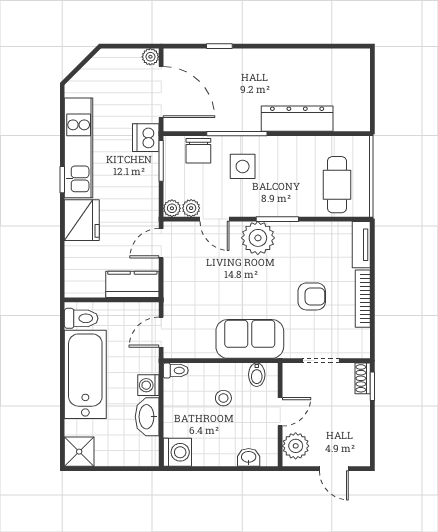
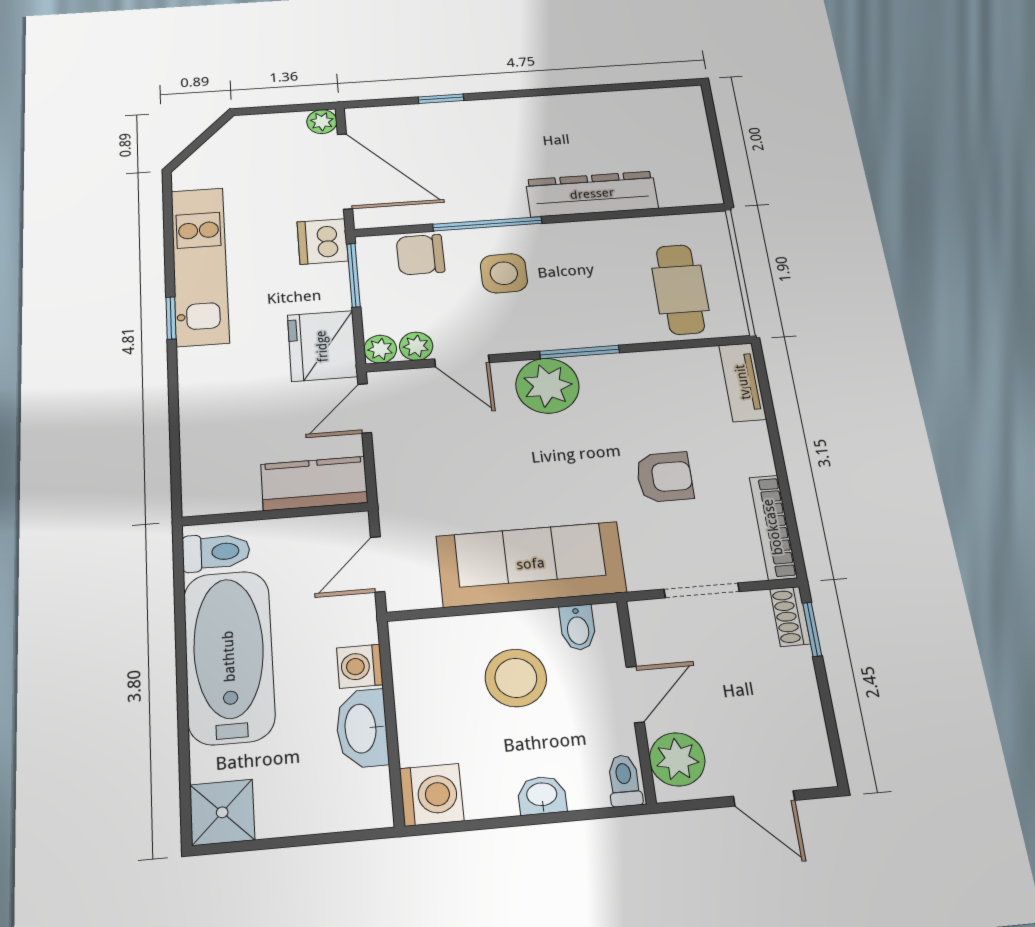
chair: (198, 151) -> (420, 255), turned 90
fridge: (82, 220) -> (322, 346), moved, turned 180
bookcase: (363, 299) -> (773, 527), moved
sofa: (250, 339) -> (531, 564), width x1.36
toilet: (176, 371) -> (624, 781), moved, turned -90
stool: (223, 398) -> (516, 678), width x1.89, depth x1.89
washbasin: (249, 457) -> (542, 795), moved

